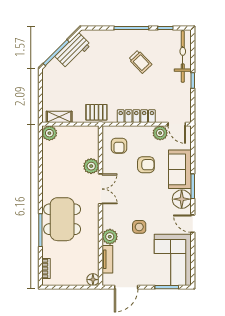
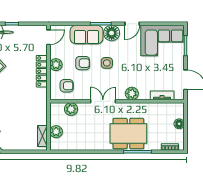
pallet: (96, 112) -> (38, 105), removed
plant: (49, 133) -> (56, 132), moved
plant: (160, 133) -> (56, 65), moved
armchair: (146, 165) -> (83, 63), turned 90
plant: (91, 166) -> (71, 109), moved
side table: (139, 227) -> (107, 63), moved
plant: (110, 237) -> (132, 93), moved
floor lamp: (93, 280) -> (179, 124), moved

